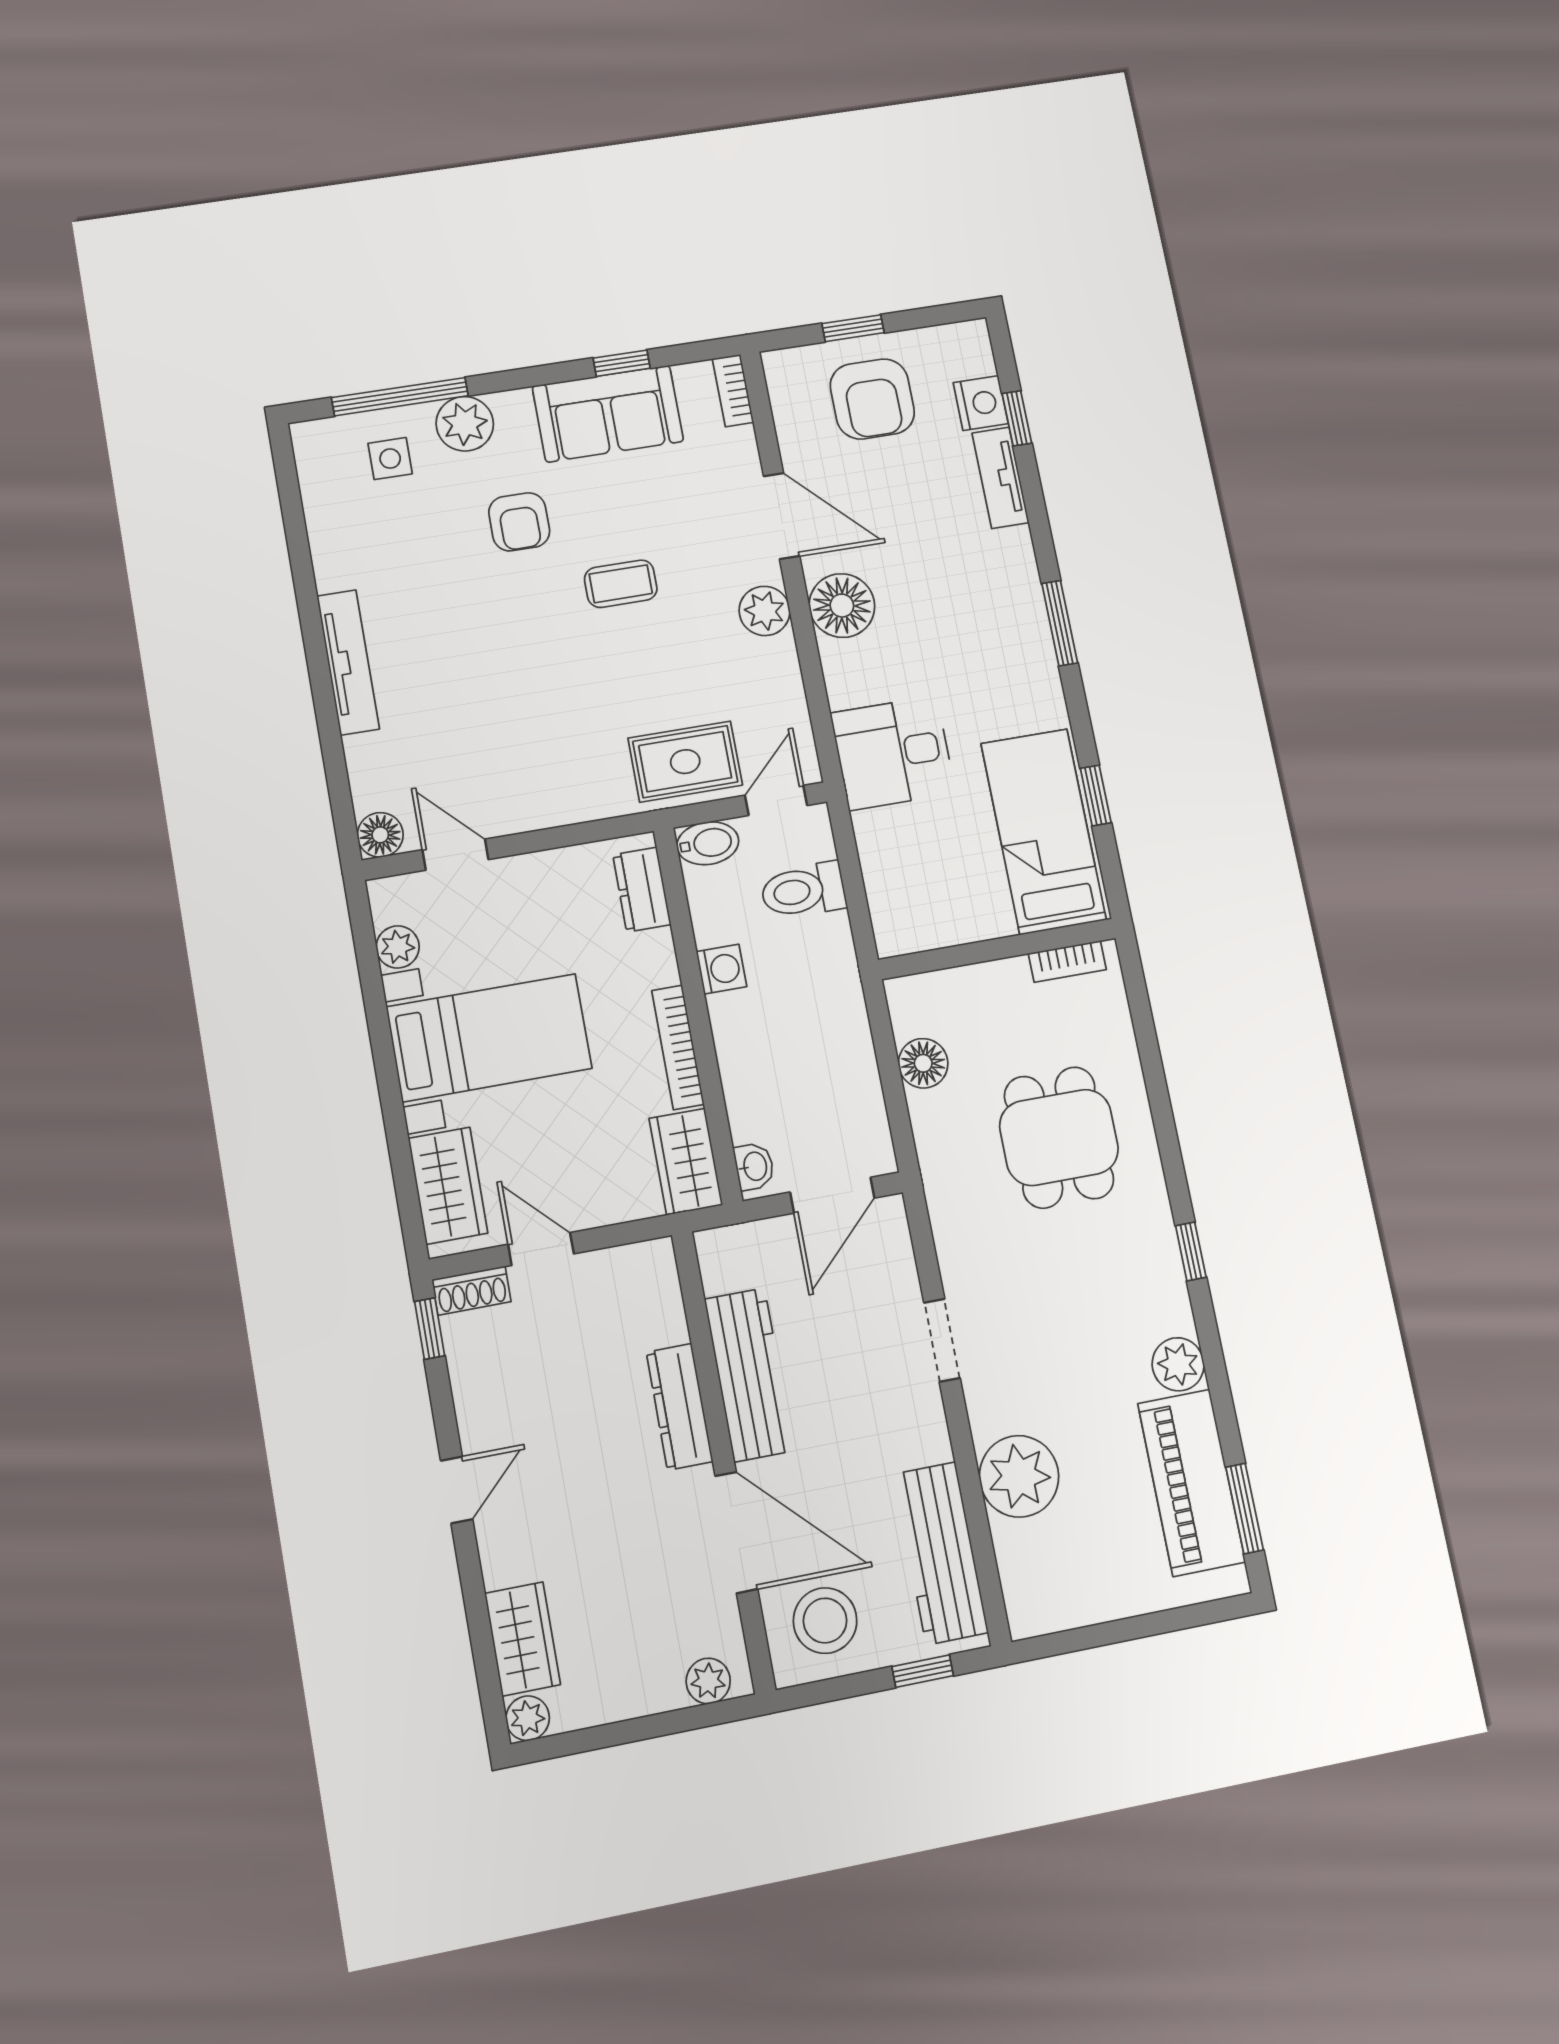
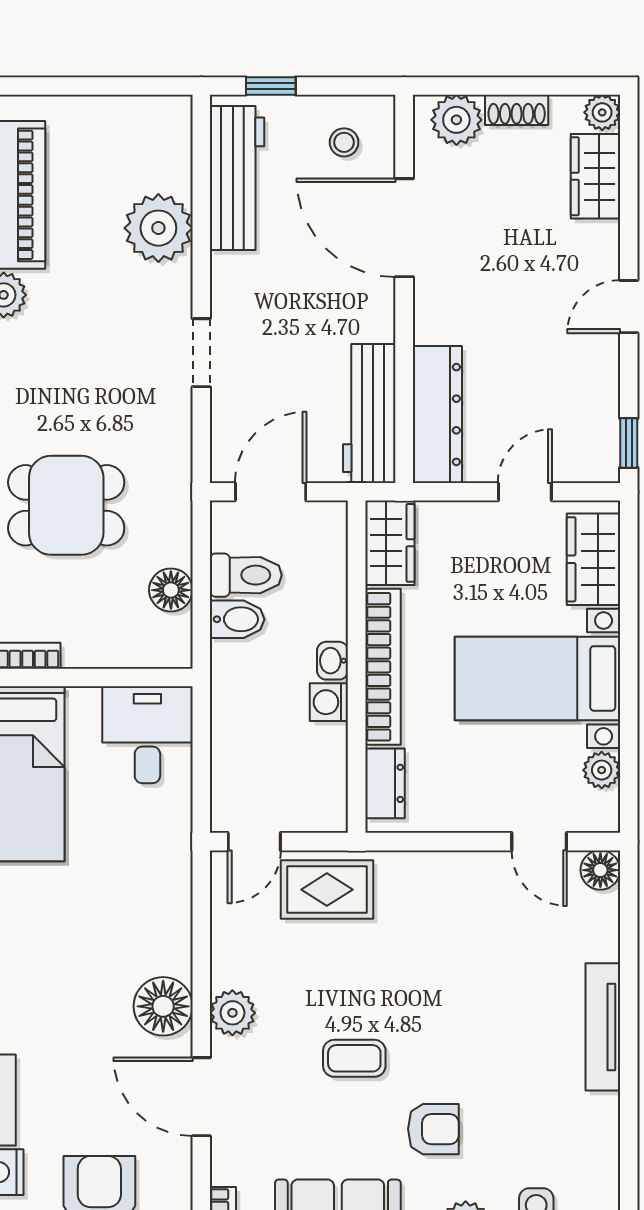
armchair: (519, 522) -> (433, 1129), turned 90
desk: (893, 753) -> (147, 735), moved, turned -90
bidet: (708, 843) -> (237, 619), moved, turned 180
toilet: (803, 890) -> (246, 575), moved
bookcase: (678, 1047) -> (383, 667), width x1.48, depth x1.31
dining table: (1059, 1137) -> (66, 505), turned 90
washbasin: (754, 1166) -> (333, 661), moved
door: (541, 1249) -> (525, 492), swing flipped
shoe rack: (472, 1291) -> (517, 110), moved, turned 180
workbench: (749, 1375) -> (369, 413), moved
dresser: (680, 1407) -> (437, 414), moved, width x1.37, depth x1.24
stool: (825, 1621) -> (344, 142), width x0.53, depth x0.53
plant: (708, 1681) -> (456, 120), width x1.38, depth x1.38

